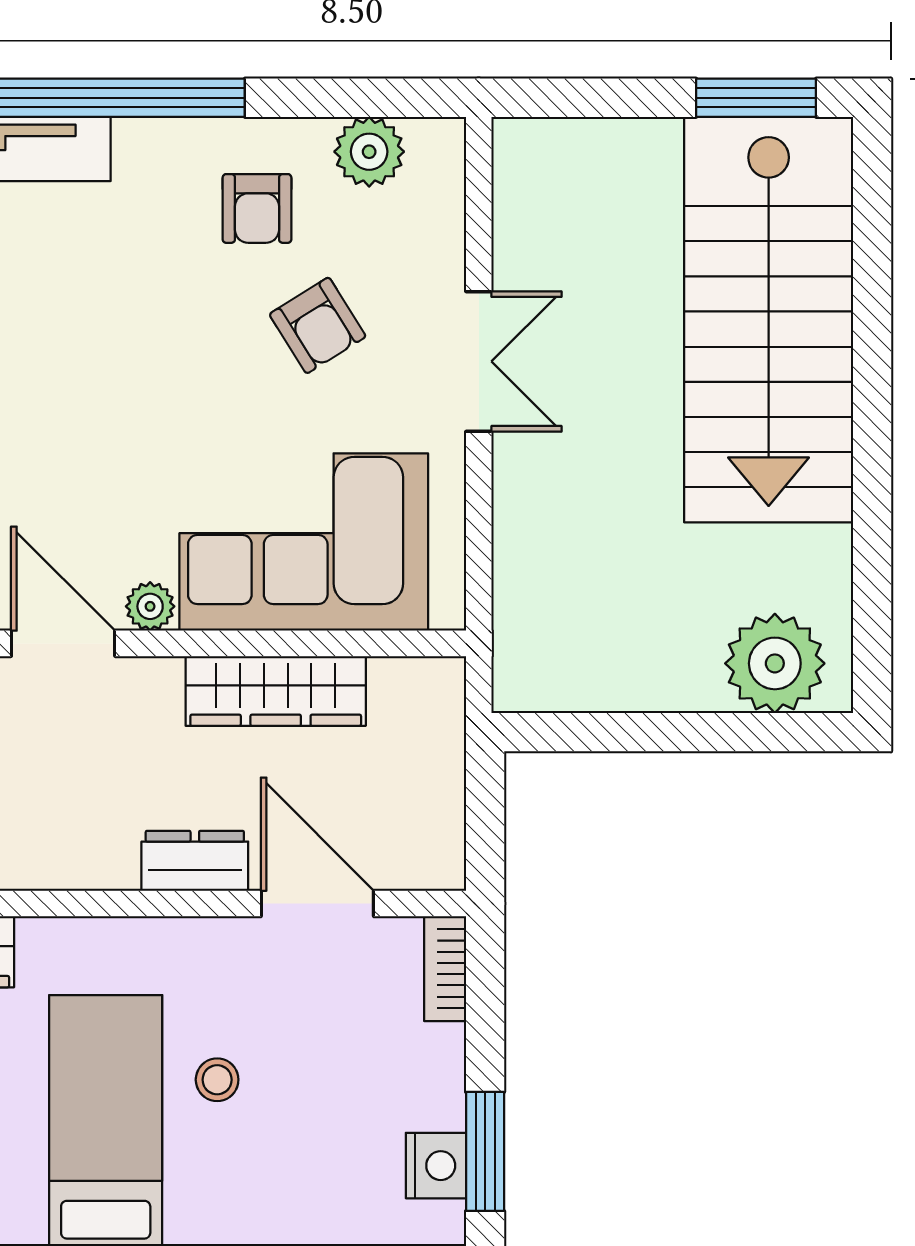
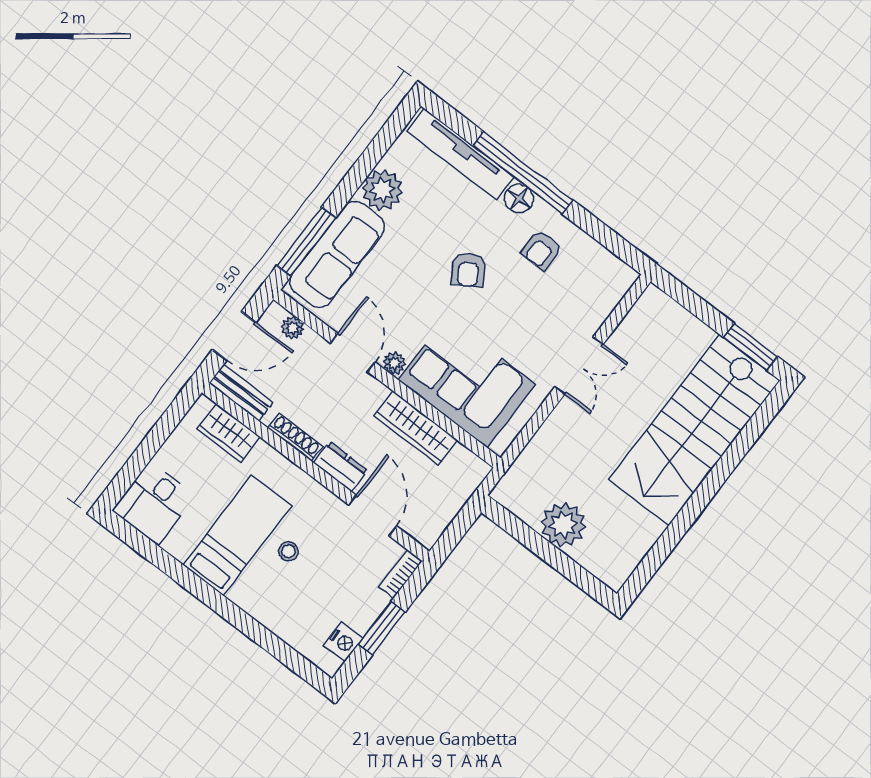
floor lamp: (148, 149) -> (519, 198), added
plant: (369, 152) -> (597, 260), removed
armchair: (318, 325) -> (468, 270), moved
plant: (775, 663) -> (563, 525), moved
shoe rack: (75, 870) -> (295, 437), added
window: (485, 1151) -> (382, 628), moved

